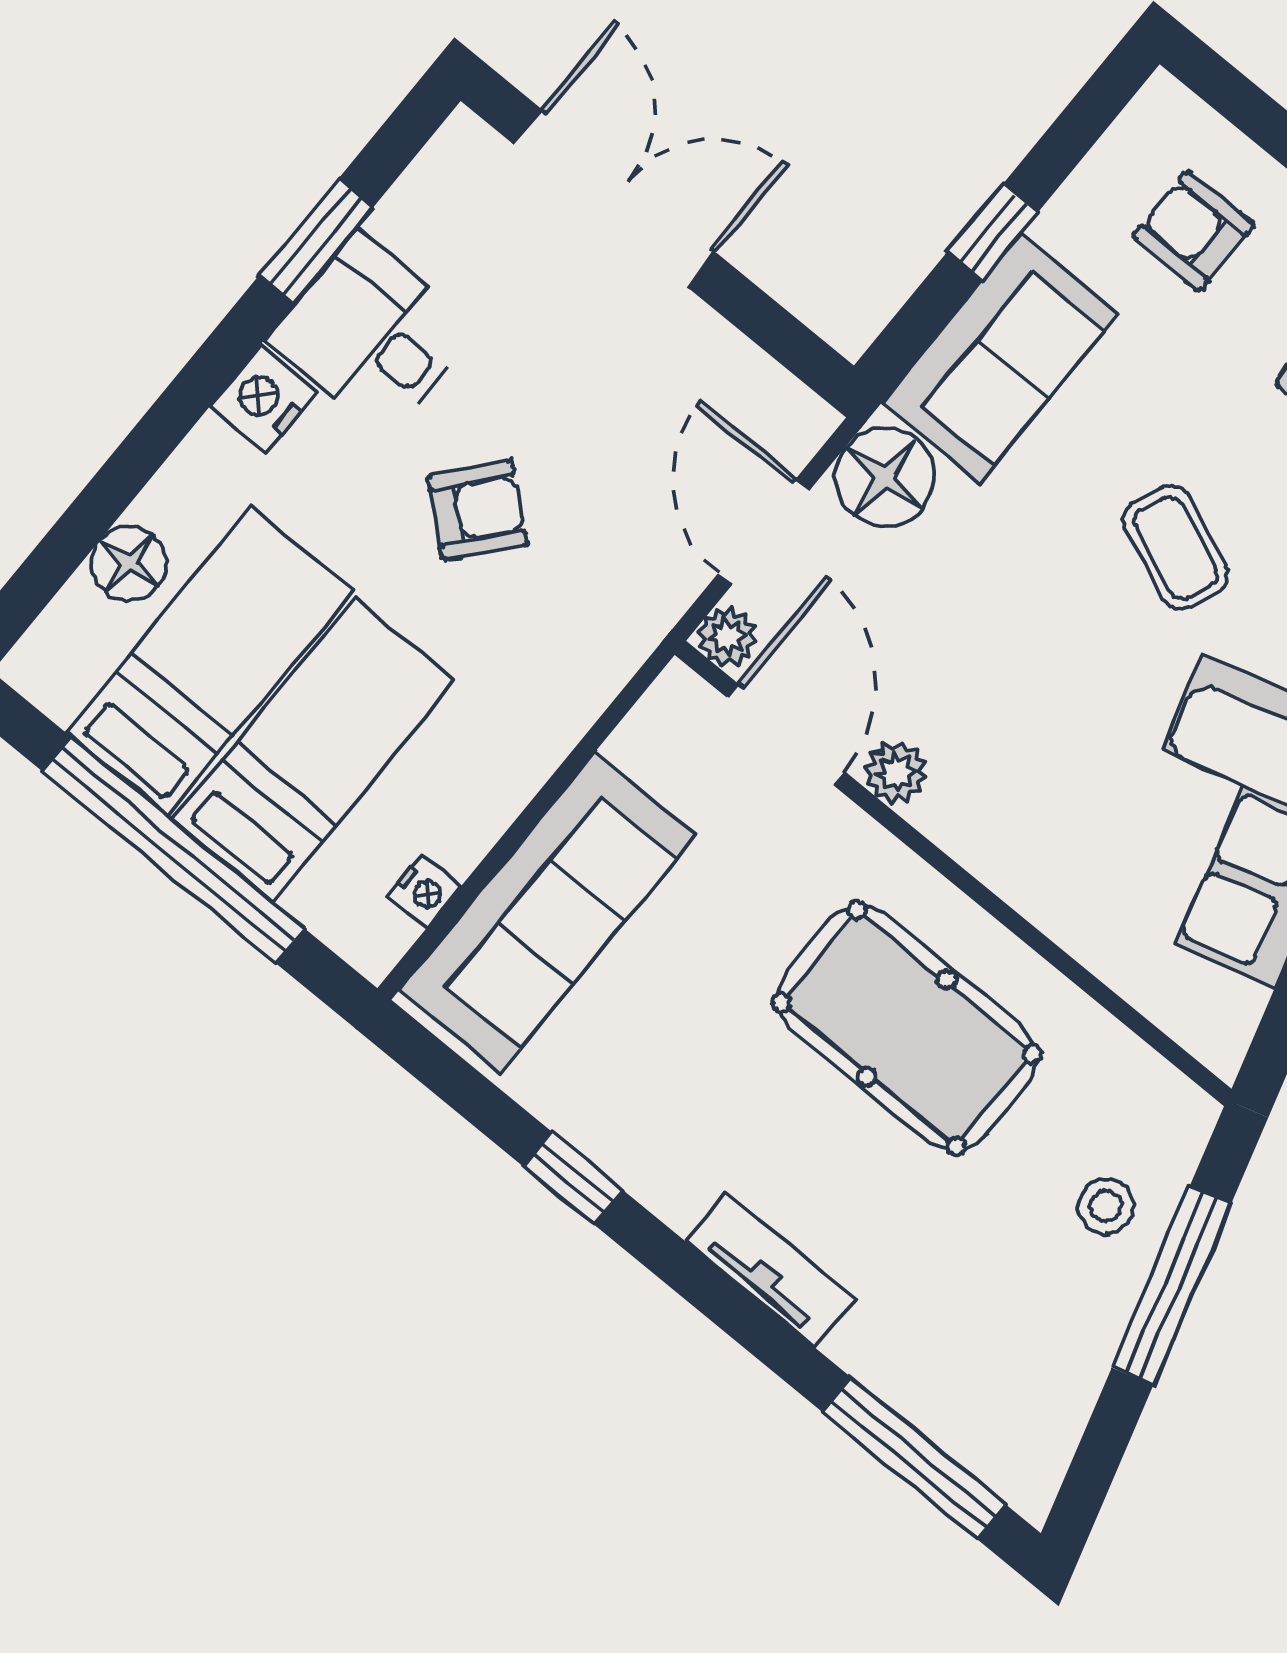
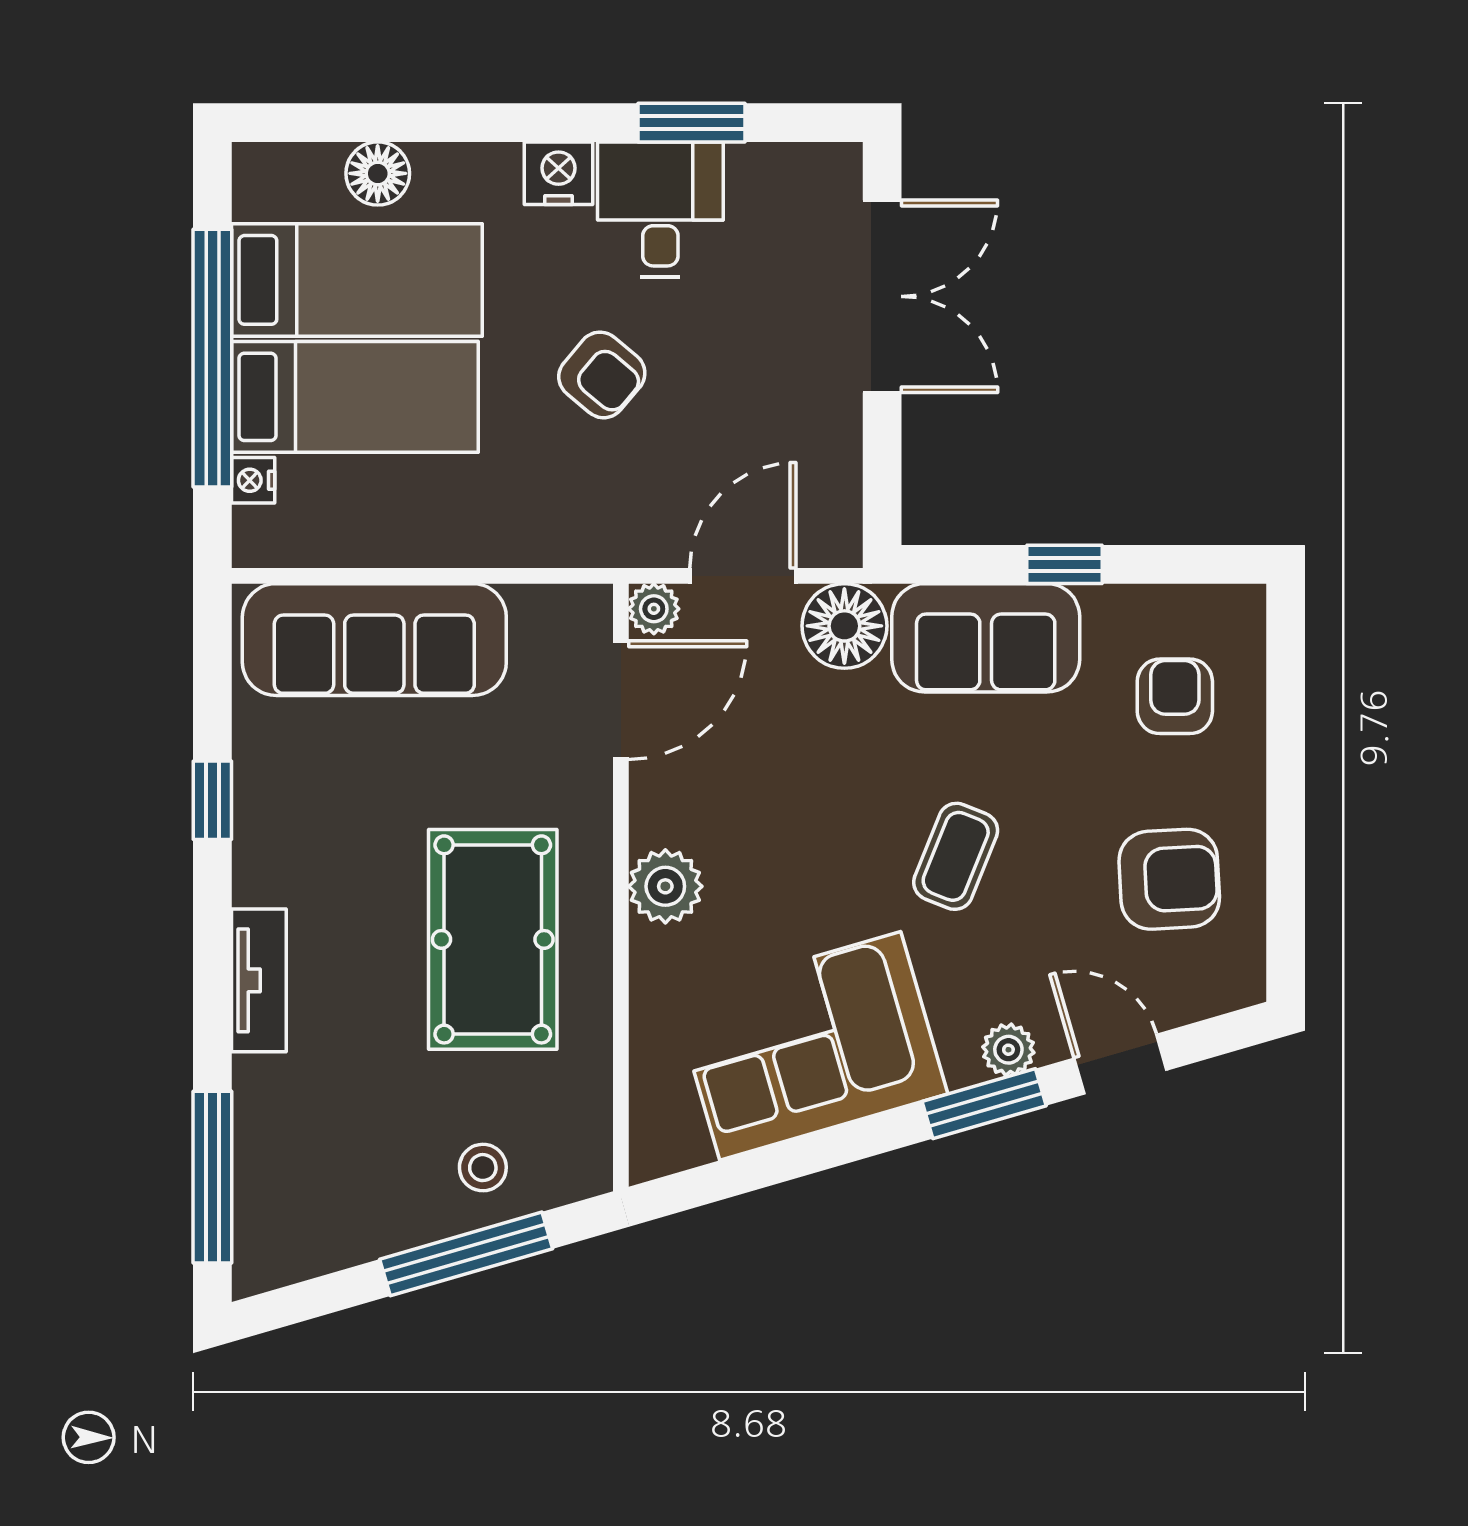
plant: (896, 773) -> (665, 886), moved, width x1.38, depth x1.38
nightstand: (424, 891) -> (253, 480), moved, turned 90

